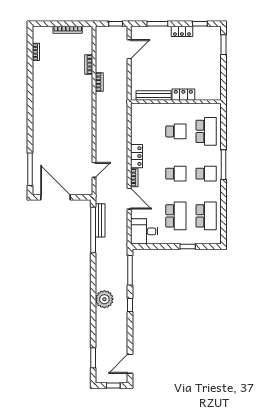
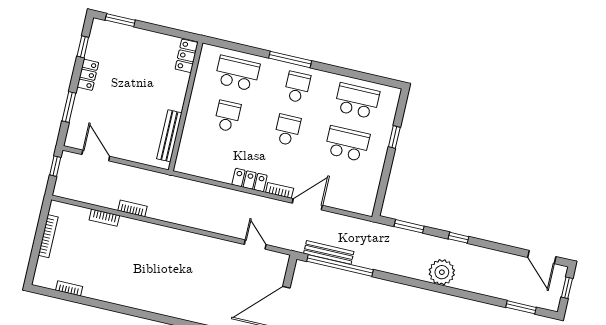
locker: (183, 95) -> (187, 56), moved
desk: (144, 231) -> (359, 194), removed
window: (130, 270) -> (409, 226), width x0.69

